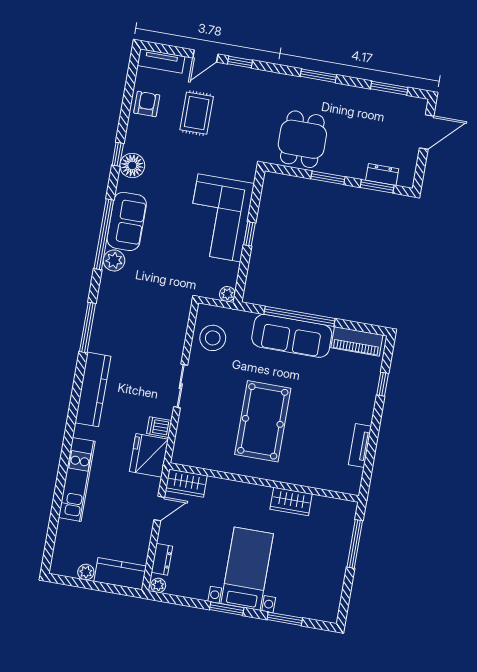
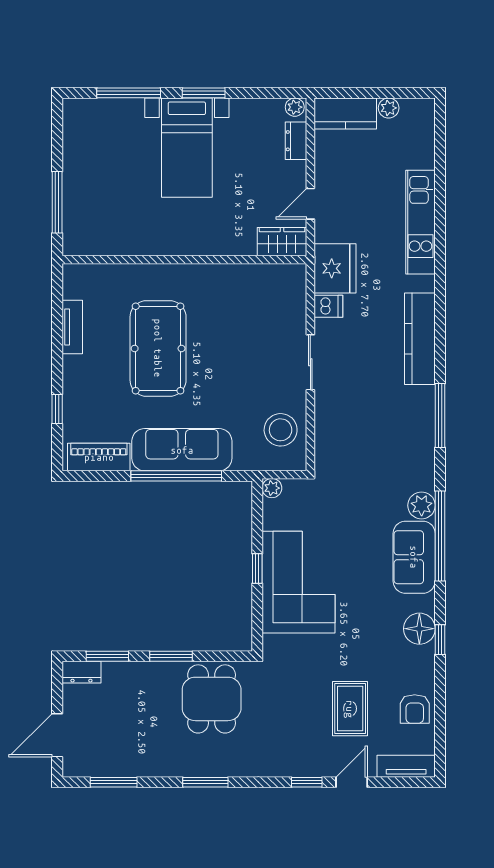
dresser: (382, 175) -> (81, 672), moved
pool table: (263, 421) -> (158, 348), moved
wardrobe: (291, 501) -> (146, 242), removed
window: (285, 619) -> (129, 93), width x1.44

